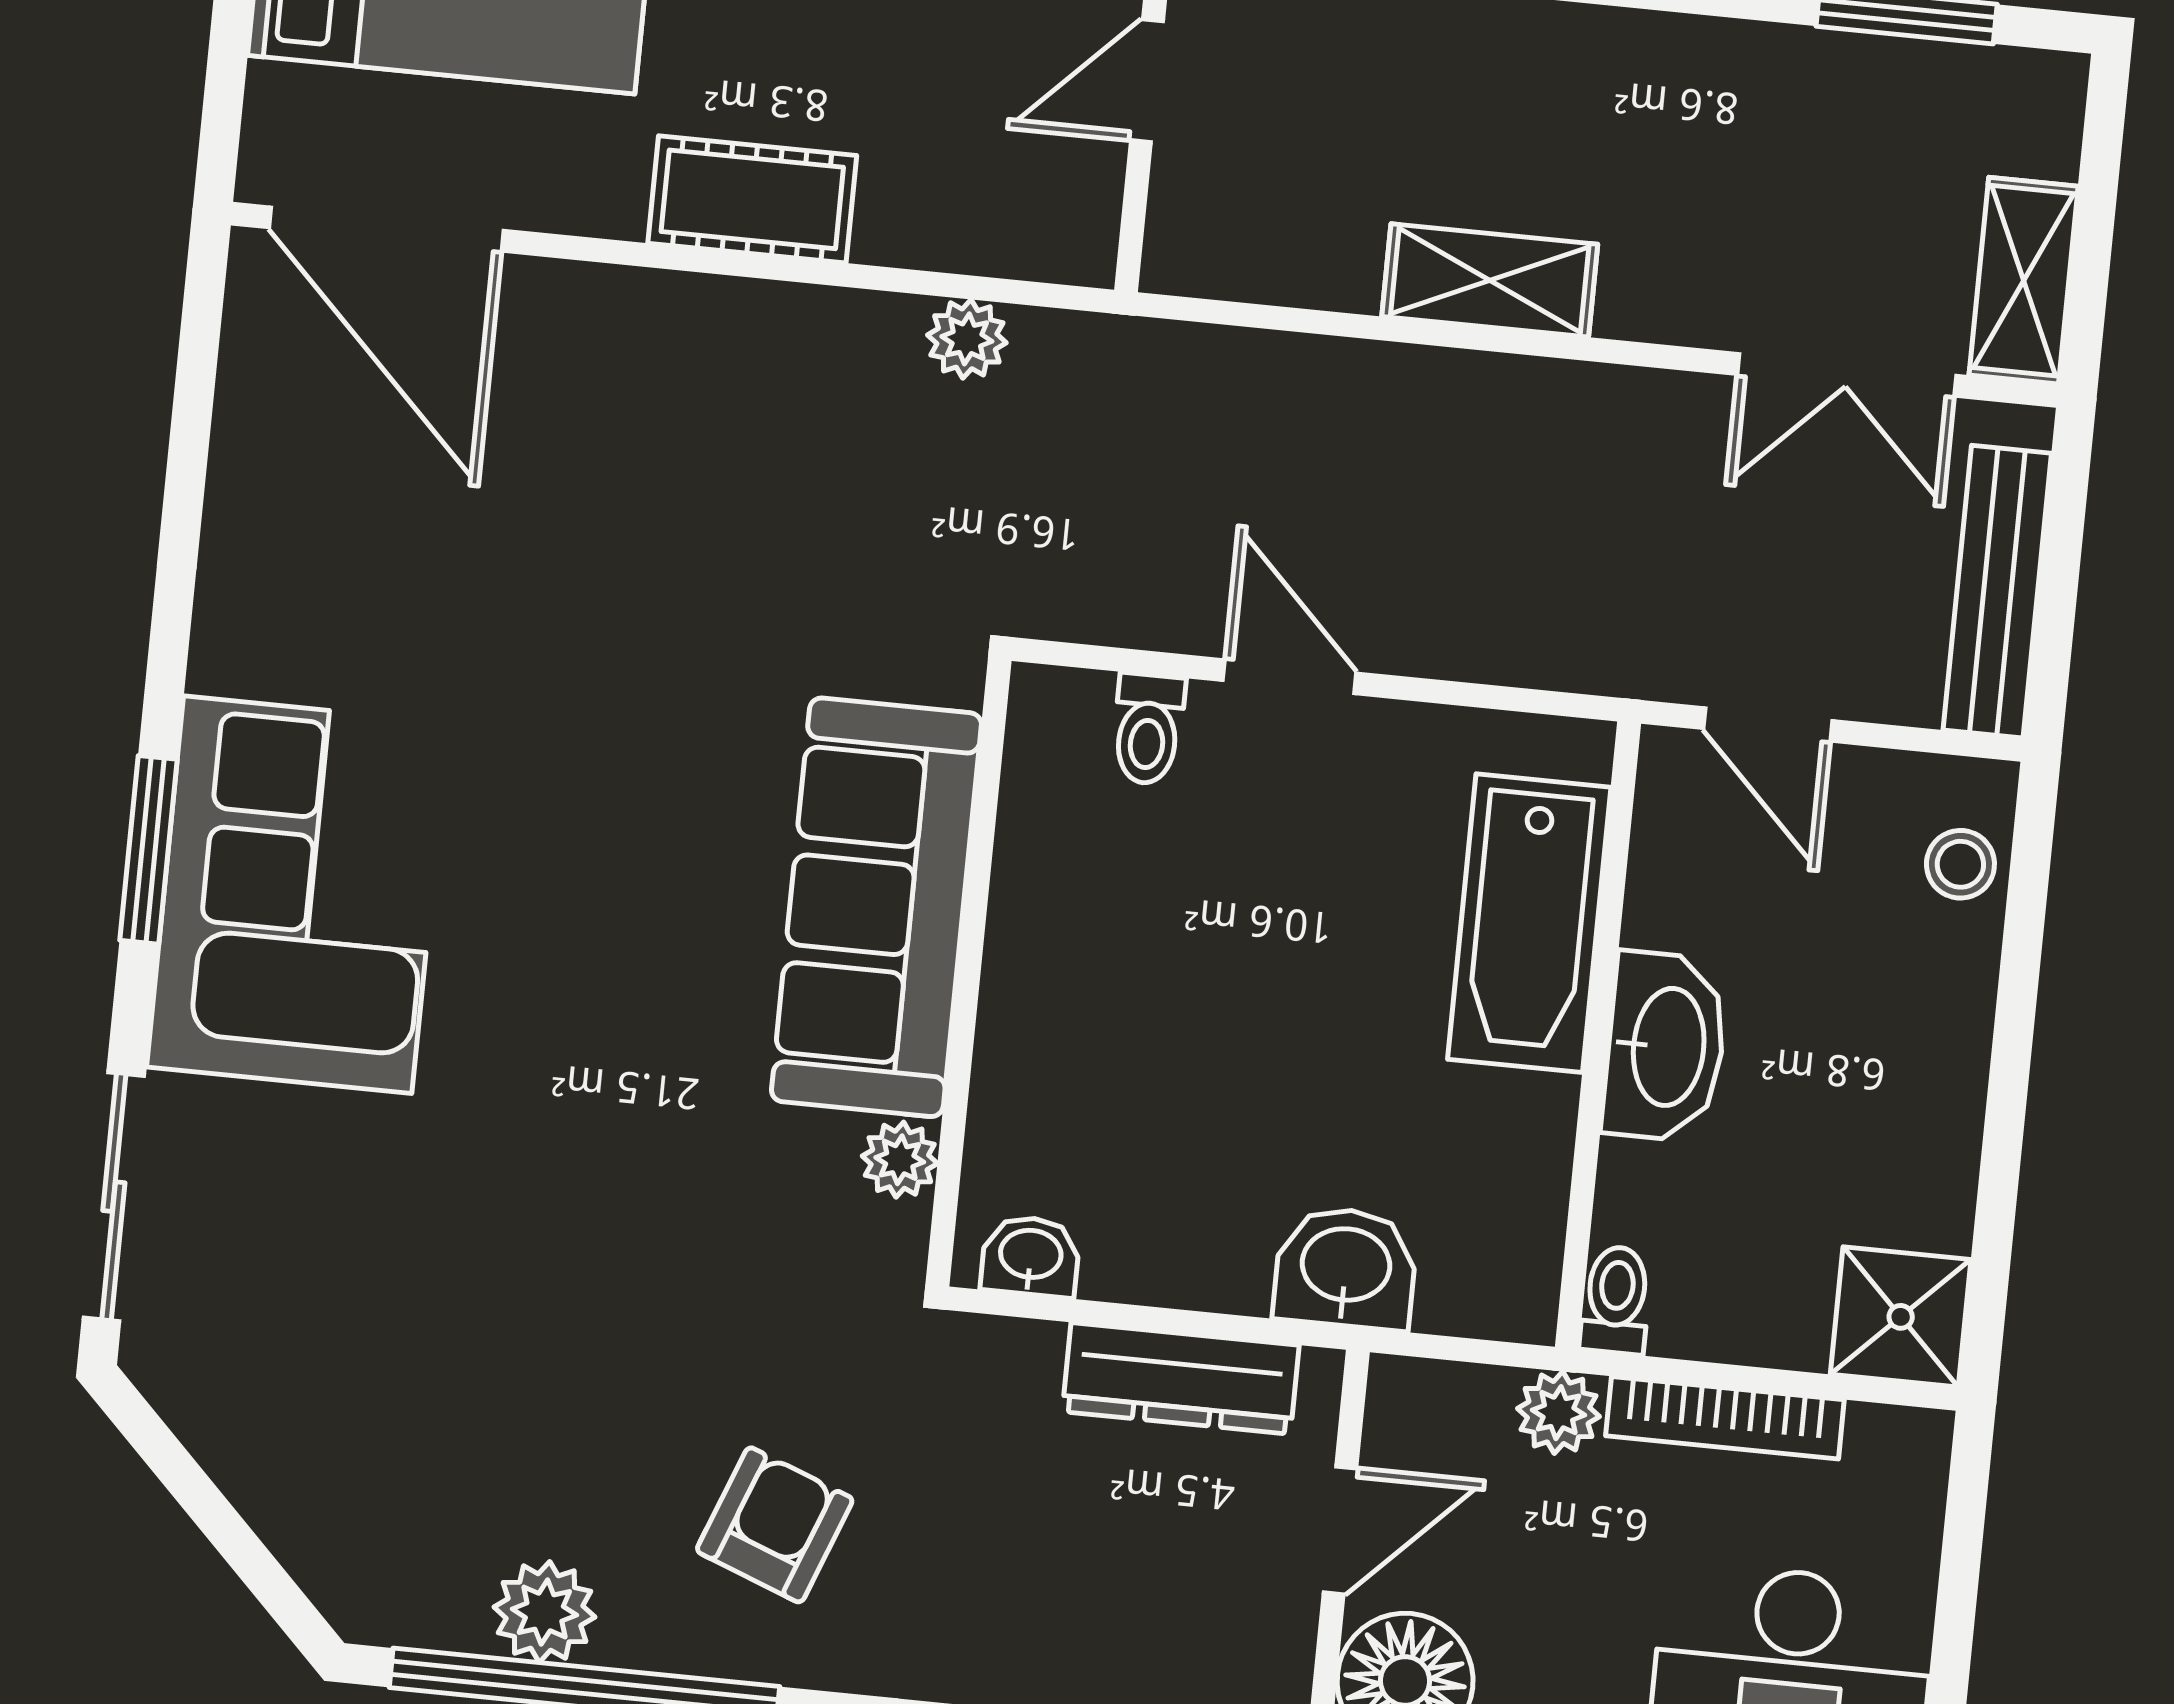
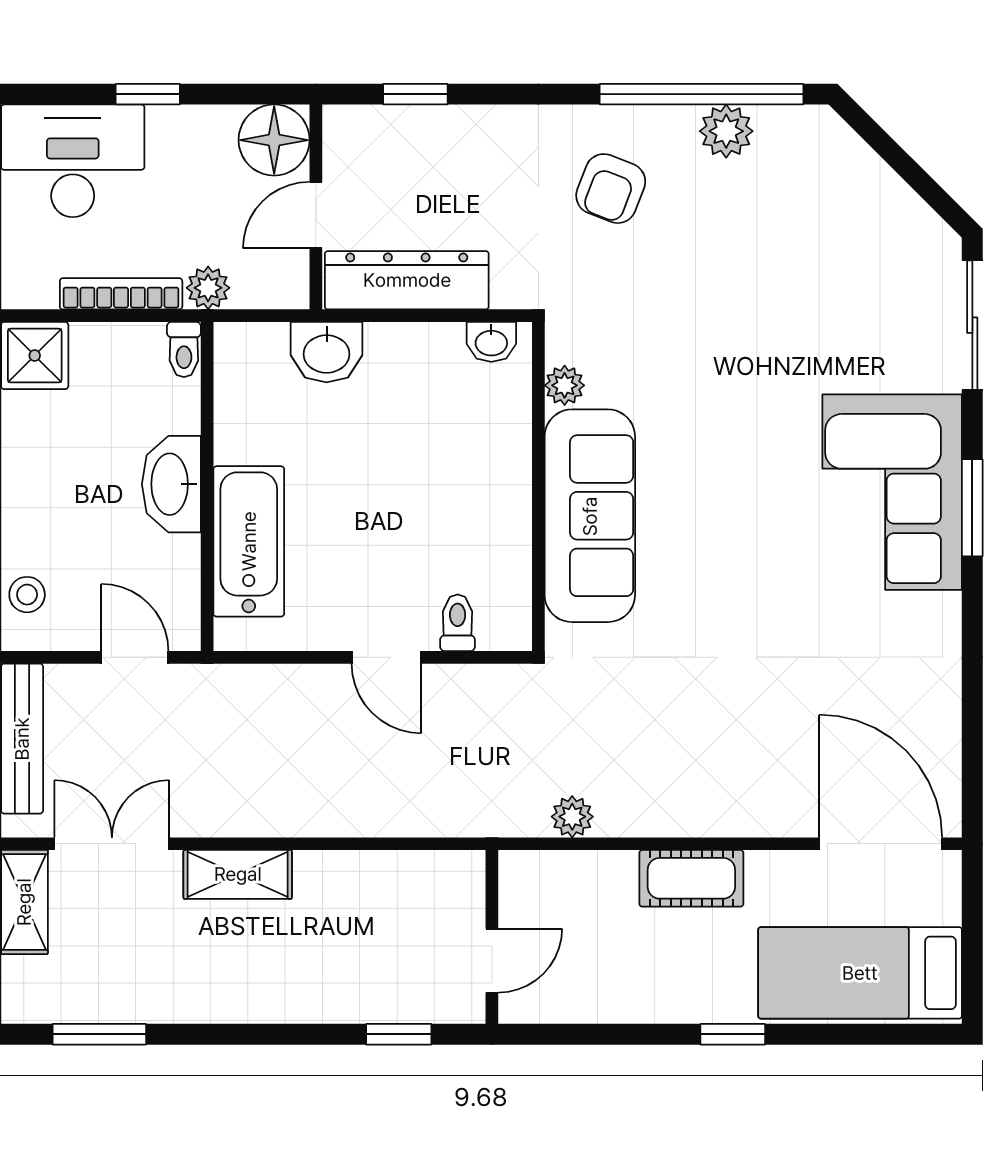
shelving: (1490, 280) -> (238, 874), moved
dresser: (1181, 1378) -> (407, 280), width x1.37, depth x1.24

